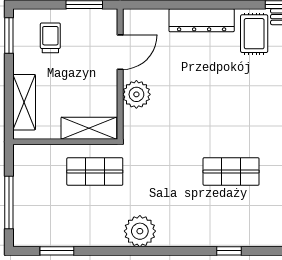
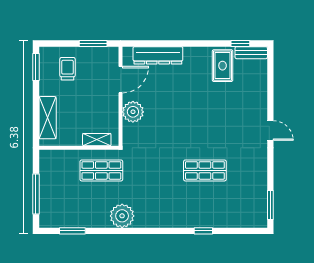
dresser: (202, 20) -> (158, 55), moved
shelving: (89, 128) -> (97, 140), width x0.67, depth x0.75
plant: (140, 231) -> (122, 216), moved

